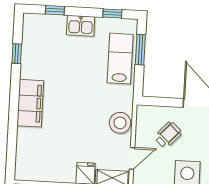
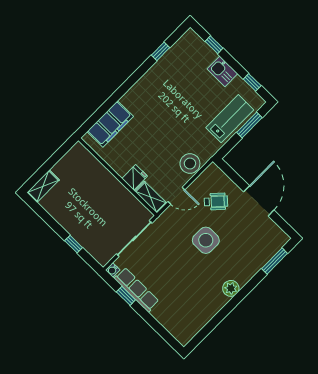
filing cabinet: (30, 103) -> (110, 124), moved

